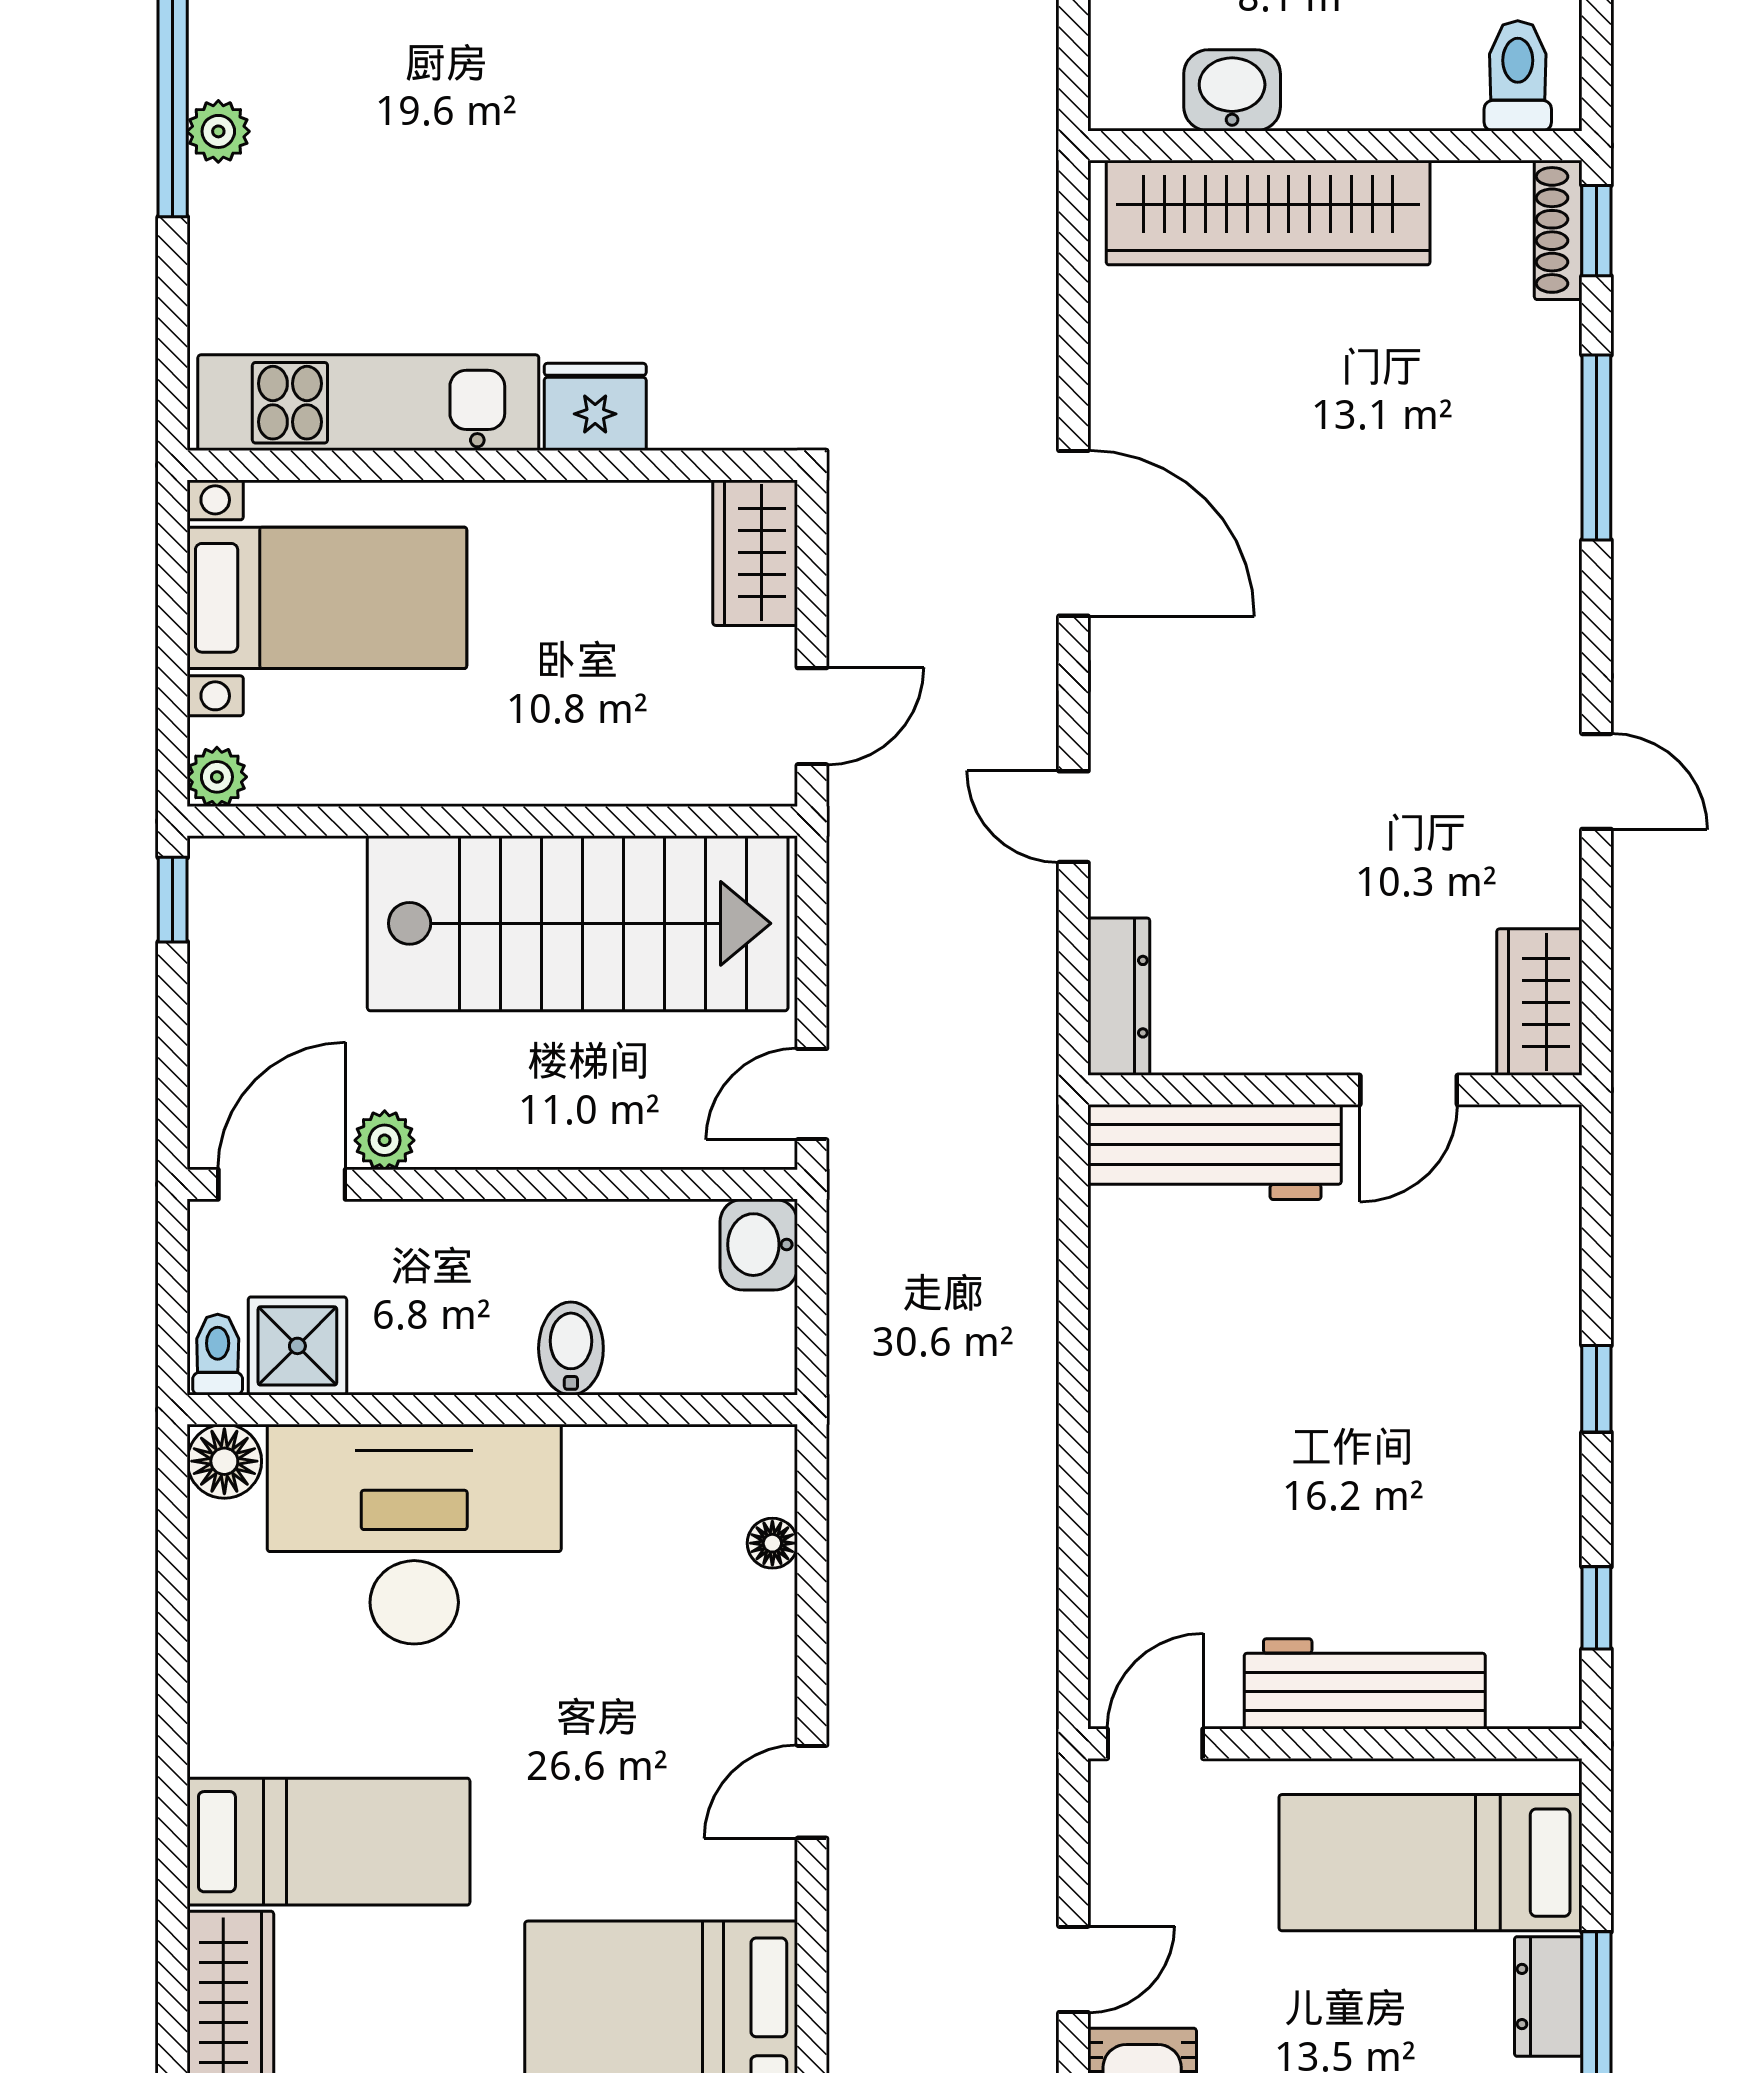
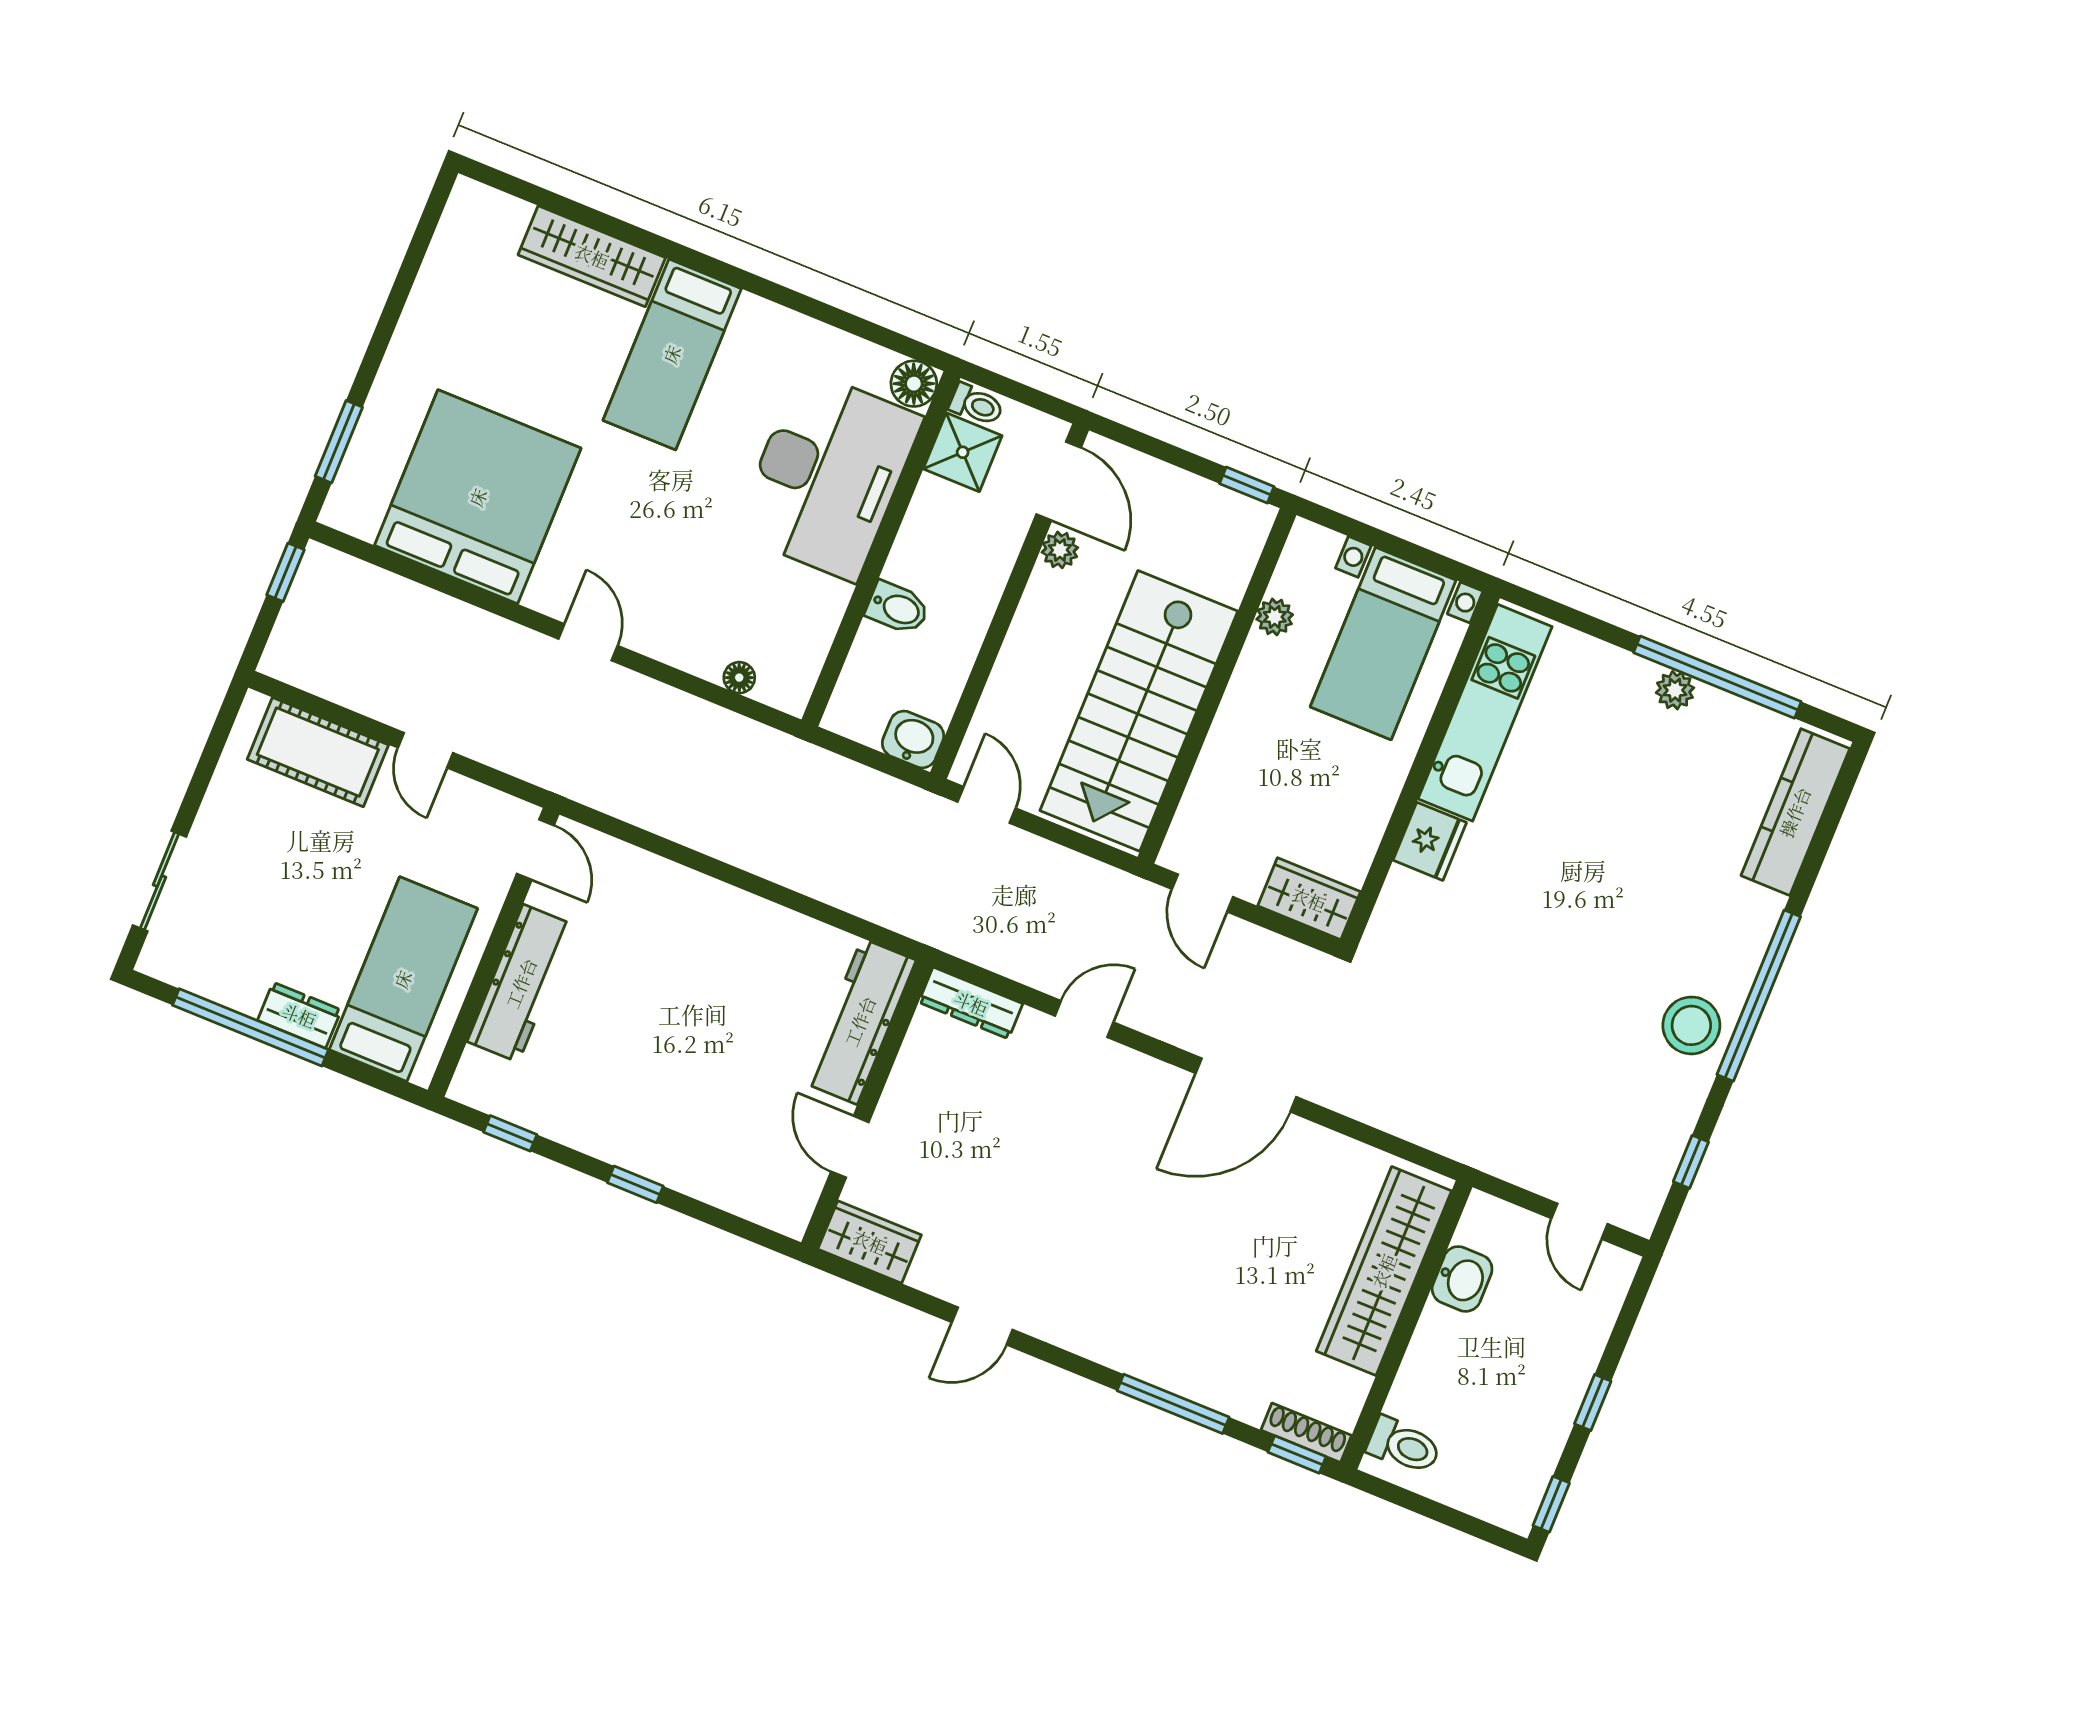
plant: (217, 777) -> (1275, 617), moved

